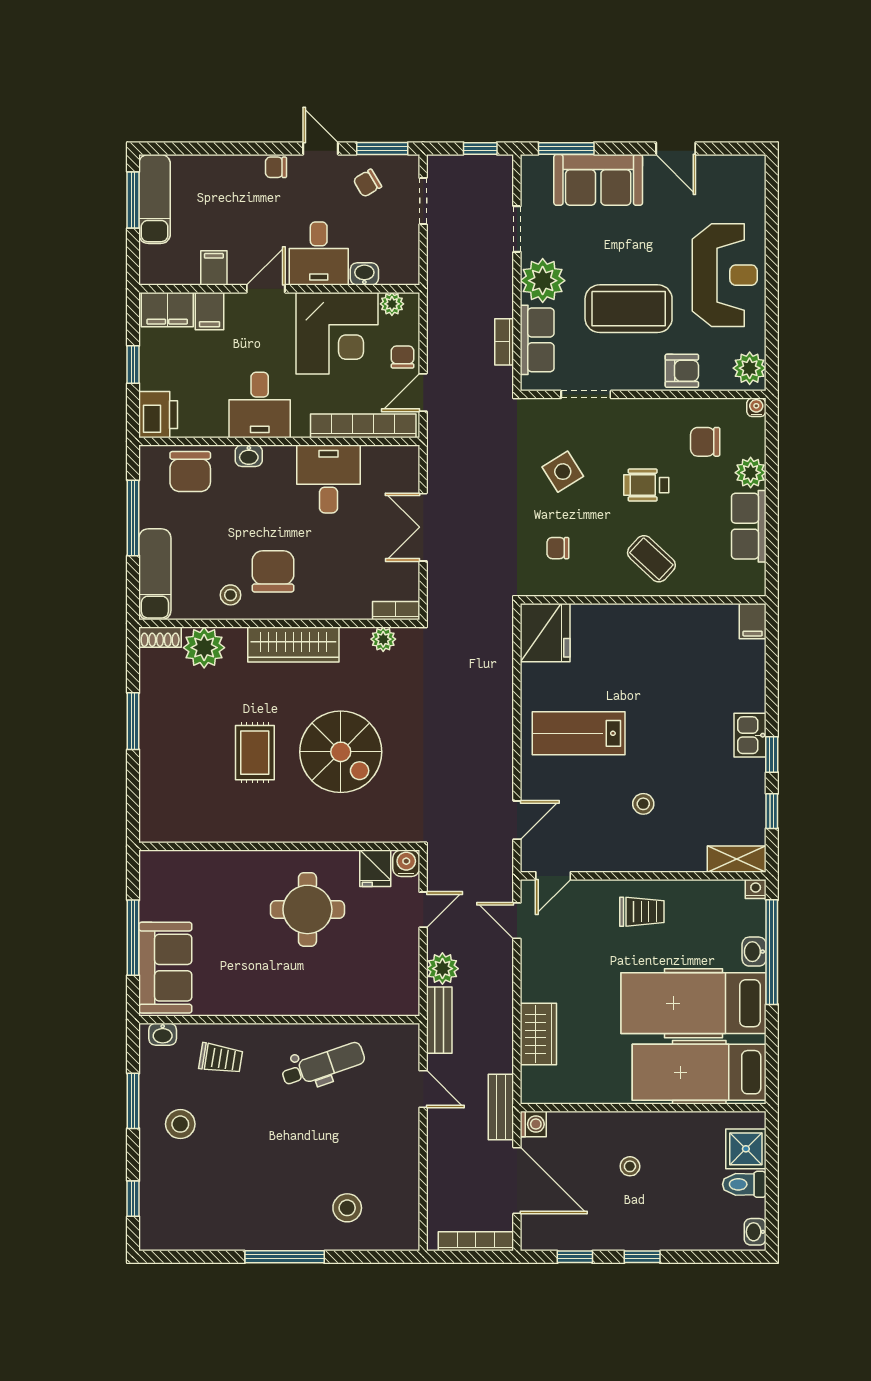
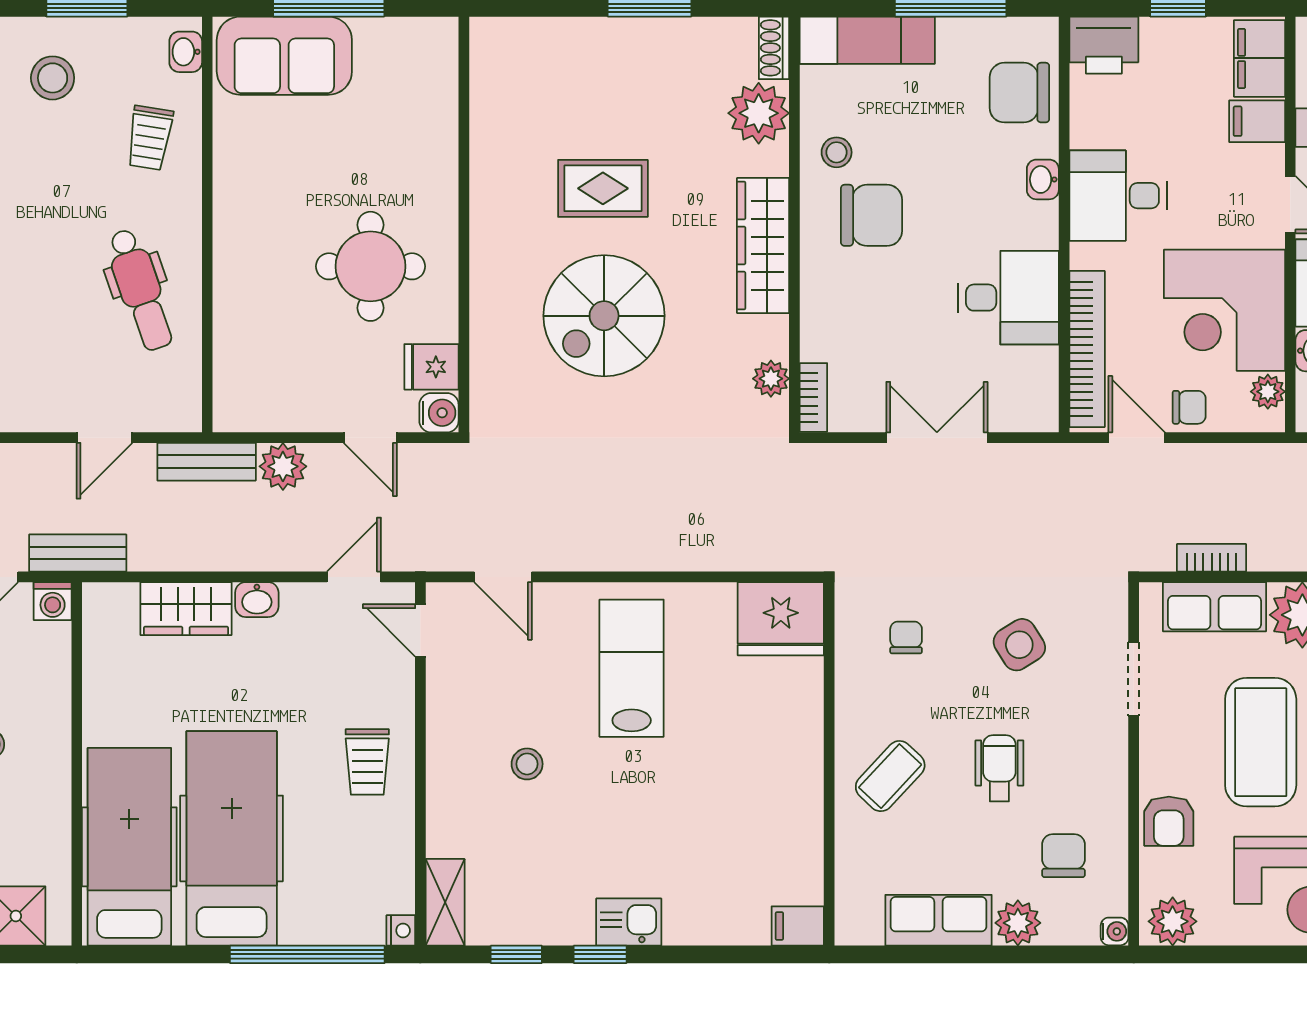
washbasin: (754, 952) -> (257, 600), moved, turned 180

